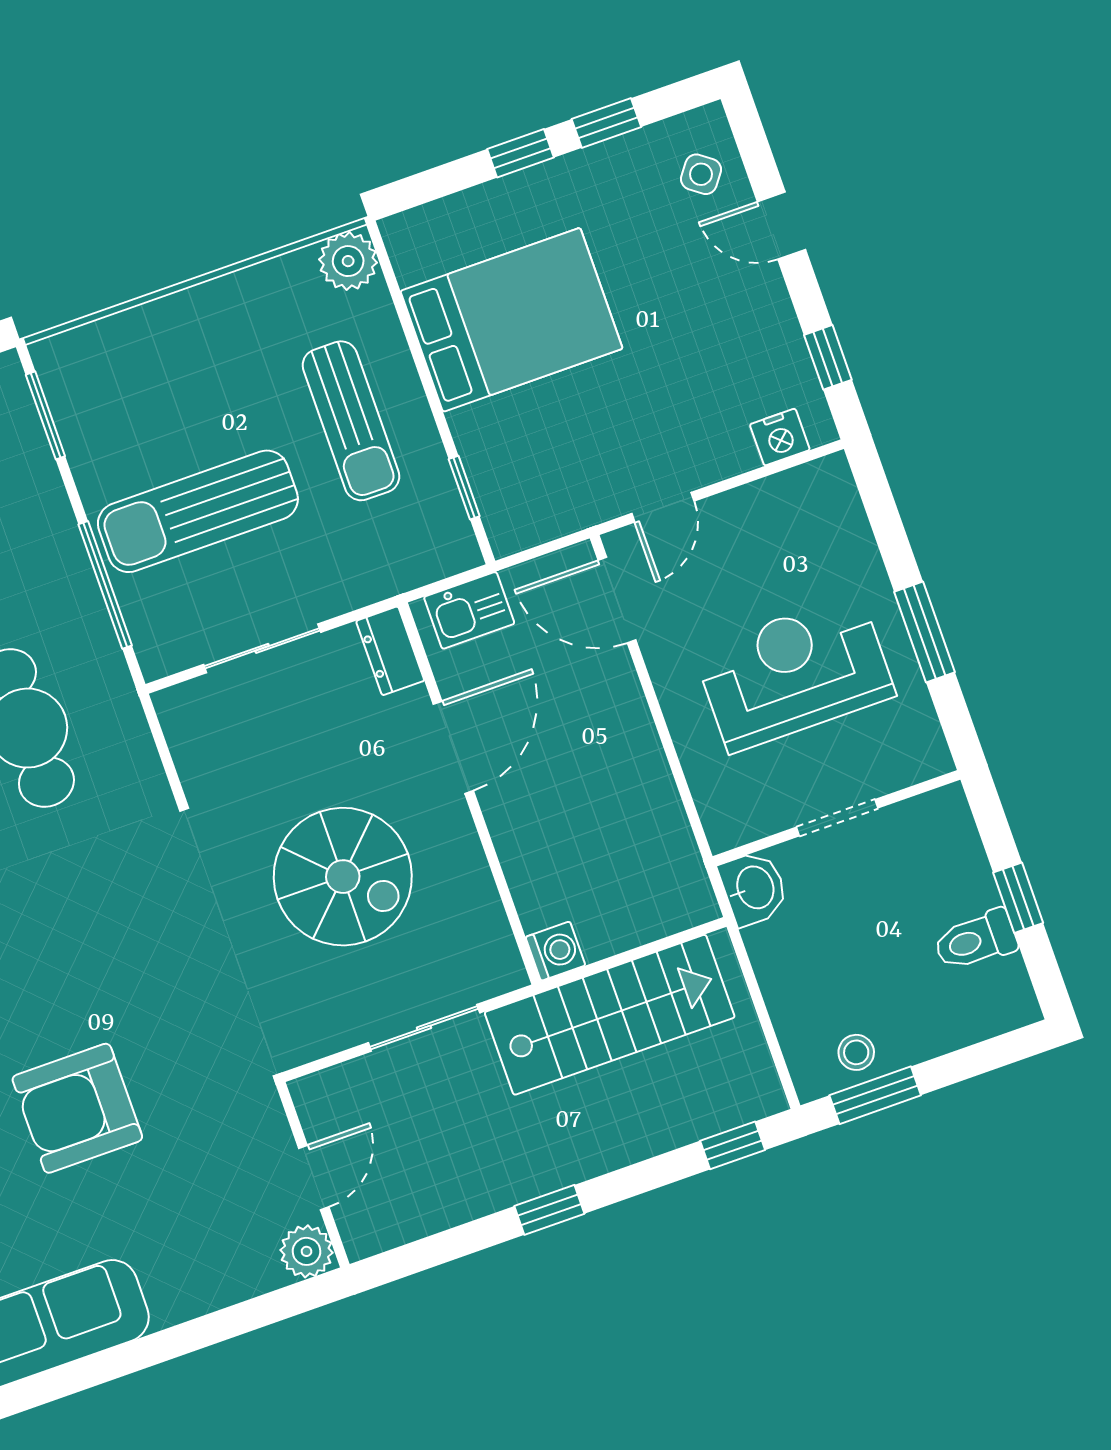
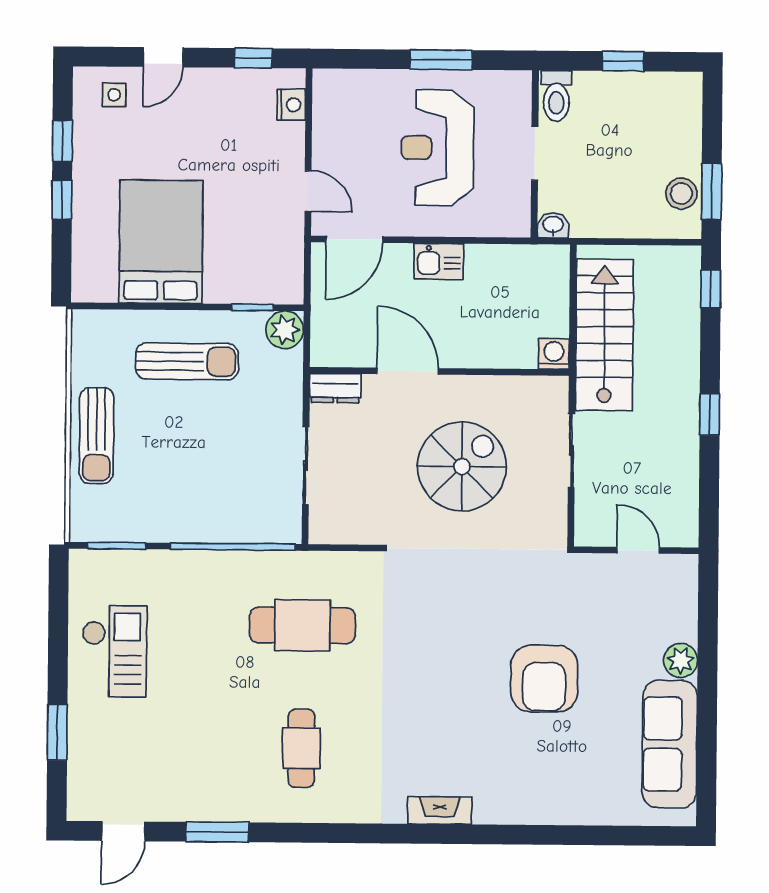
side table: (701, 174) -> (114, 95), turned -37
plant: (348, 261) -> (285, 330), moved
sun lounger: (198, 511) -> (97, 436), moved, width x0.73, depth x0.75
window: (105, 585) -> (233, 547), width x1.46
kitchen sink: (469, 610) -> (439, 261), moved, turned 90
washbasin: (754, 888) -> (553, 225), width x0.72, depth x0.69
toilet: (976, 940) -> (556, 96), moved
stool: (856, 1052) -> (681, 194), width x1.37, depth x1.37
plant: (307, 1251) -> (681, 661), moved

